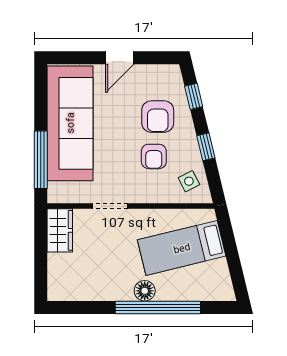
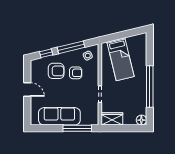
sofa: (70, 123) -> (59, 116), width x0.74, depth x0.79
window: (206, 147) -> (71, 47), width x2.17
floor lamp: (145, 291) -> (141, 120), moved
window: (158, 307) -> (150, 87), moved

